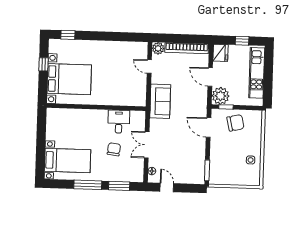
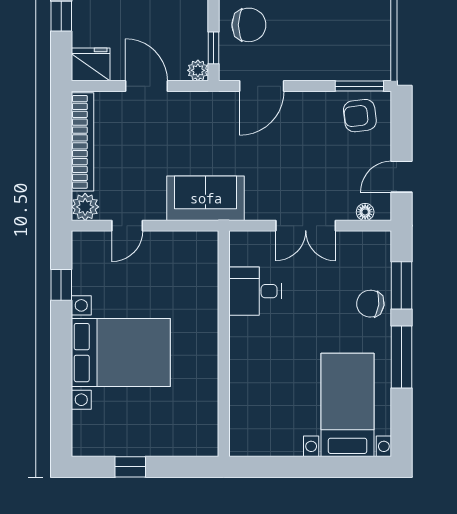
window: (68, 35) -> (61, 285), moved
door: (210, 77) -> (146, 86), swing flipped
bed with nightstands: (69, 79) -> (121, 353), moved, turned 90
plant: (221, 96) -> (198, 70), width x0.53, depth x0.53
chair: (235, 123) -> (249, 25), turned 103
chair: (114, 149) -> (370, 304), moved
armchair: (194, 170) -> (360, 116), added

